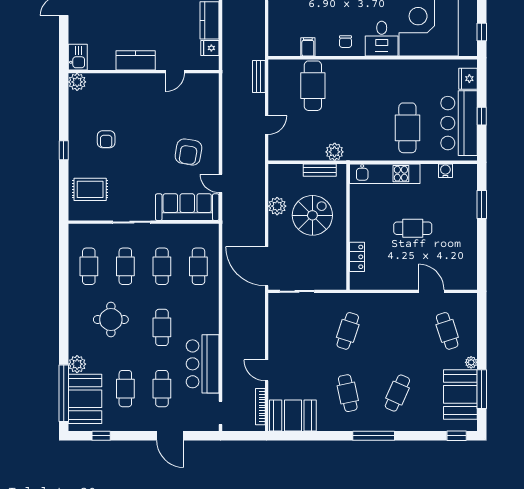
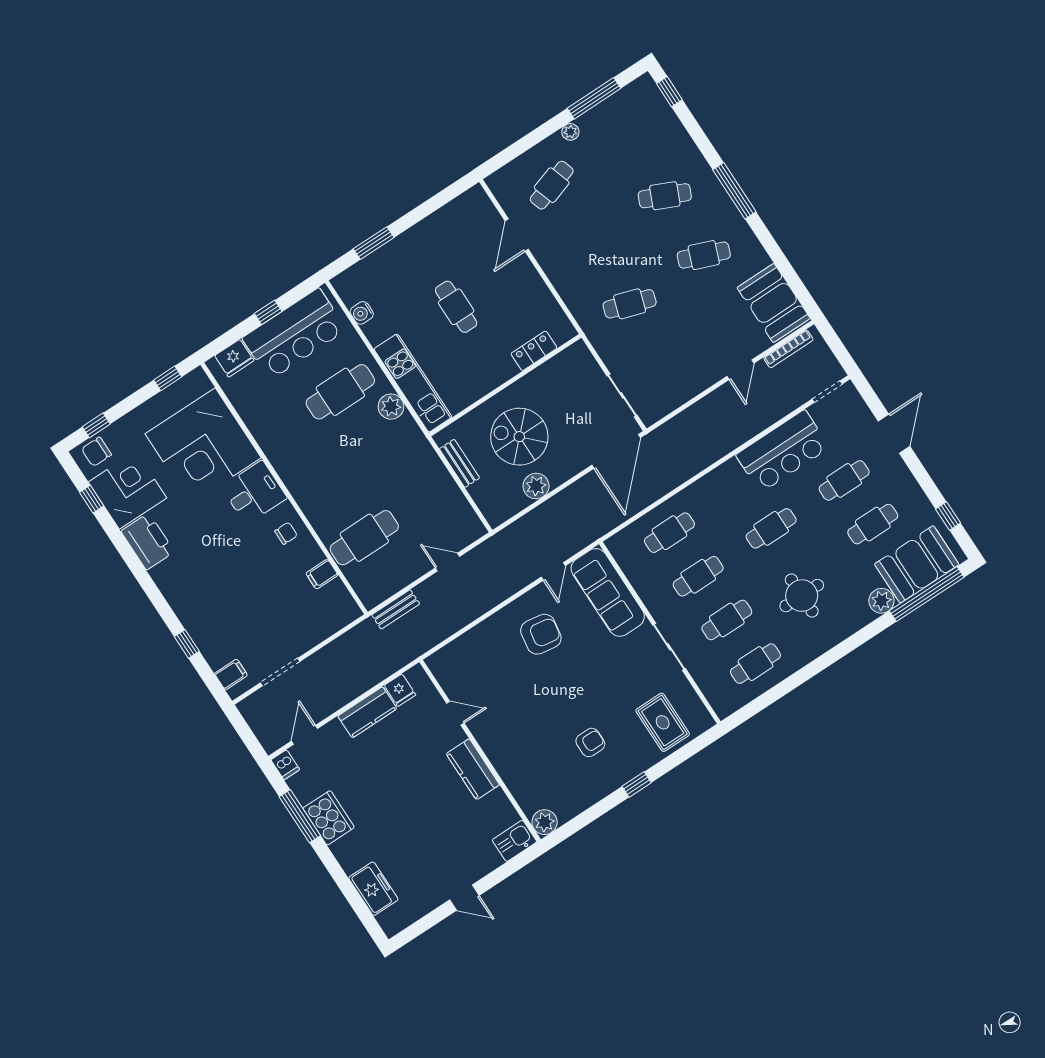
plant: (335, 152) -> (391, 407), moved
cafe table: (348, 393) -> (704, 255), turned 33
booth: (460, 394) -> (617, 120), removed

